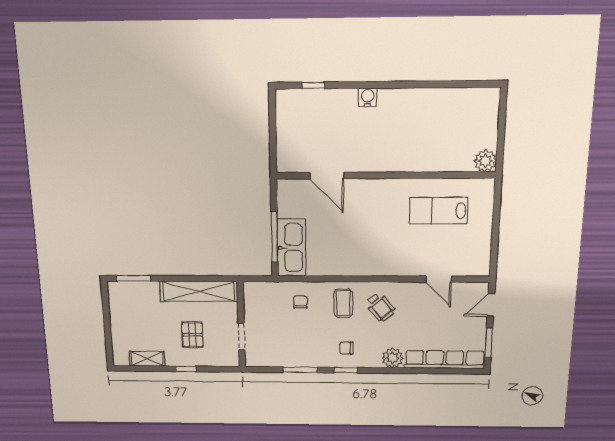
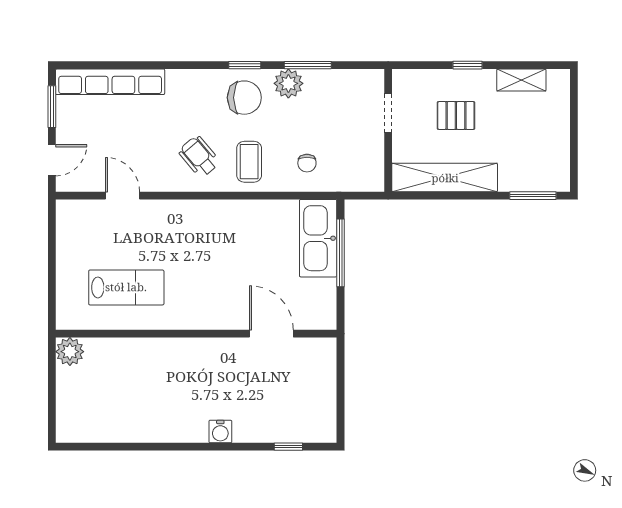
pallet: (193, 335) -> (456, 115), turned 90
chair: (346, 348) -> (244, 98), width x1.87, depth x1.87
plant: (393, 358) -> (288, 83), moved

